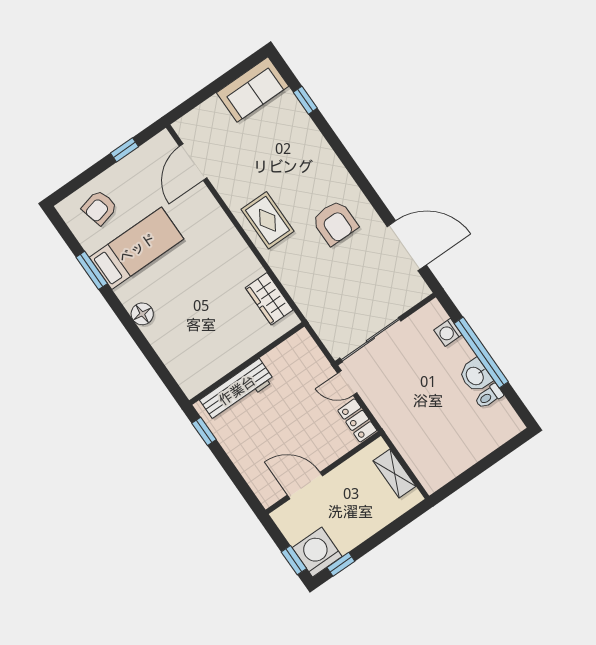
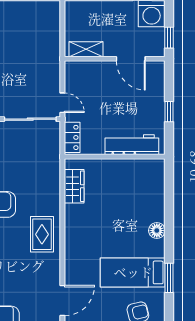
locker: (357, 420) -> (72, 137), moved
window: (204, 431) -> (169, 112), moved
shelving: (395, 473) -> (86, 49), moved, turned 90
window: (294, 560) -> (169, 38), moved

